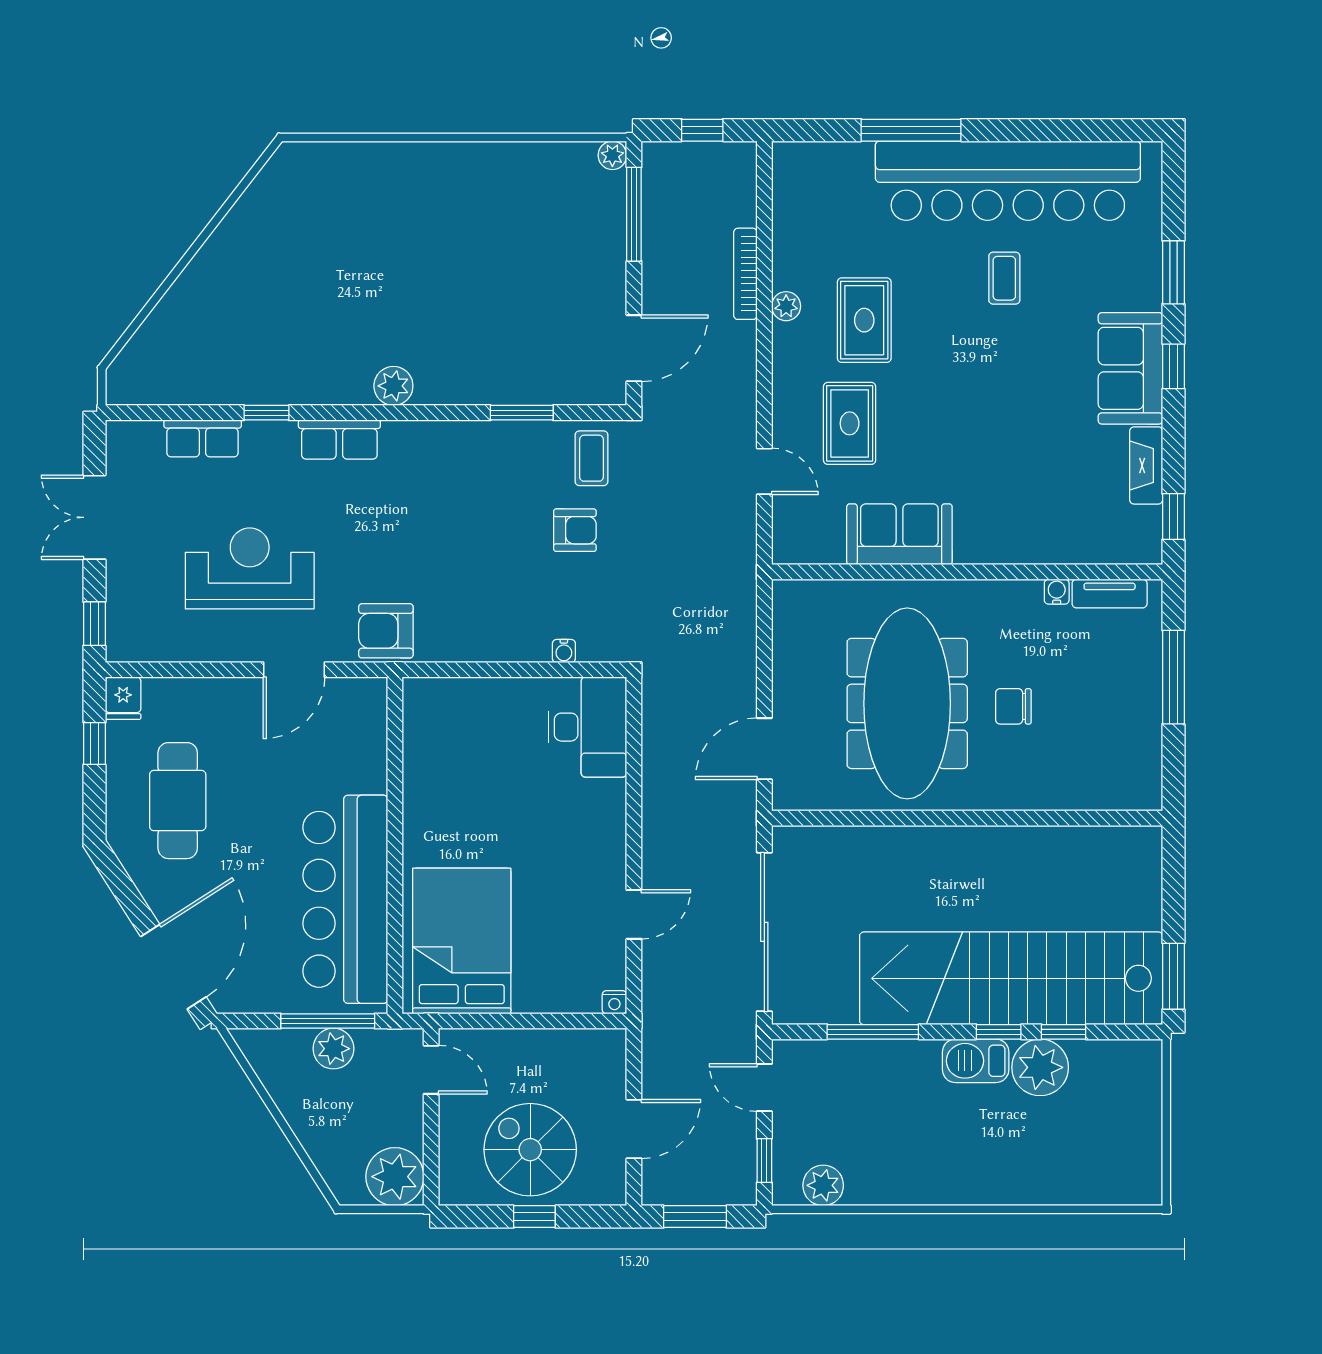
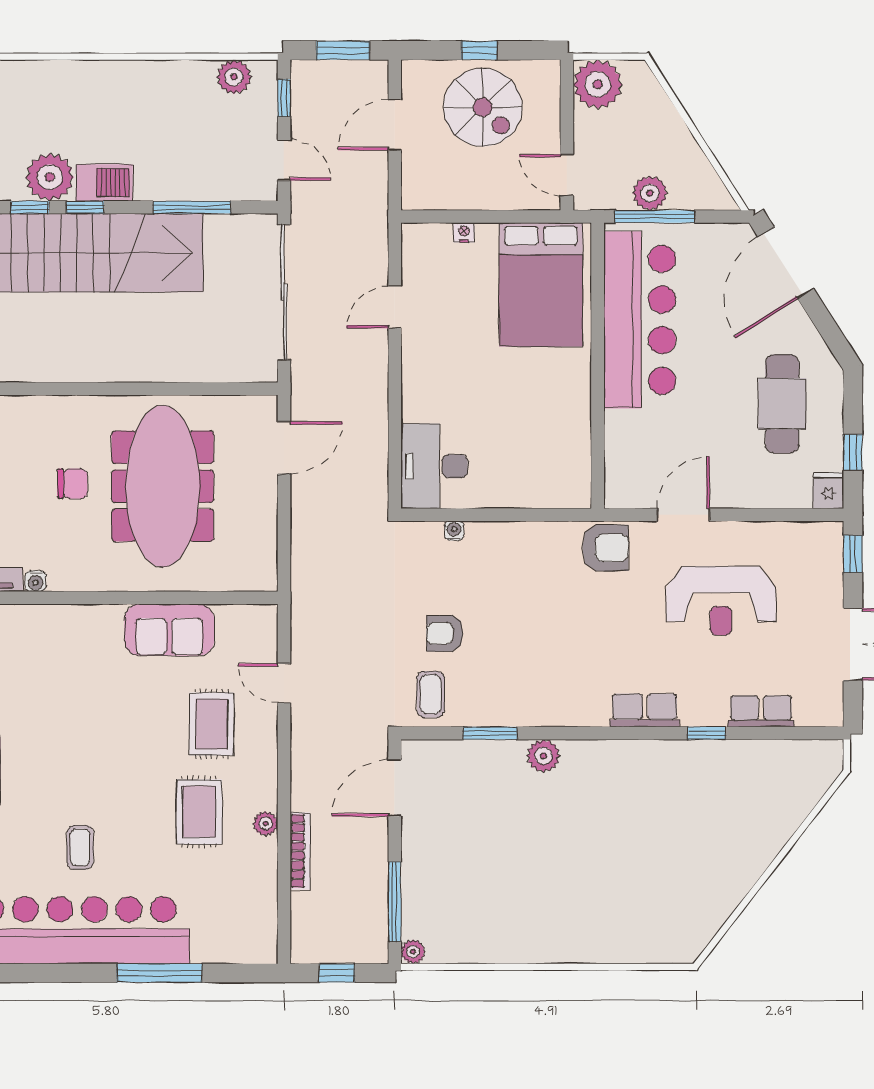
plant: (393, 386) -> (543, 756), moved
nightstand: (614, 1002) -> (464, 232), moved

